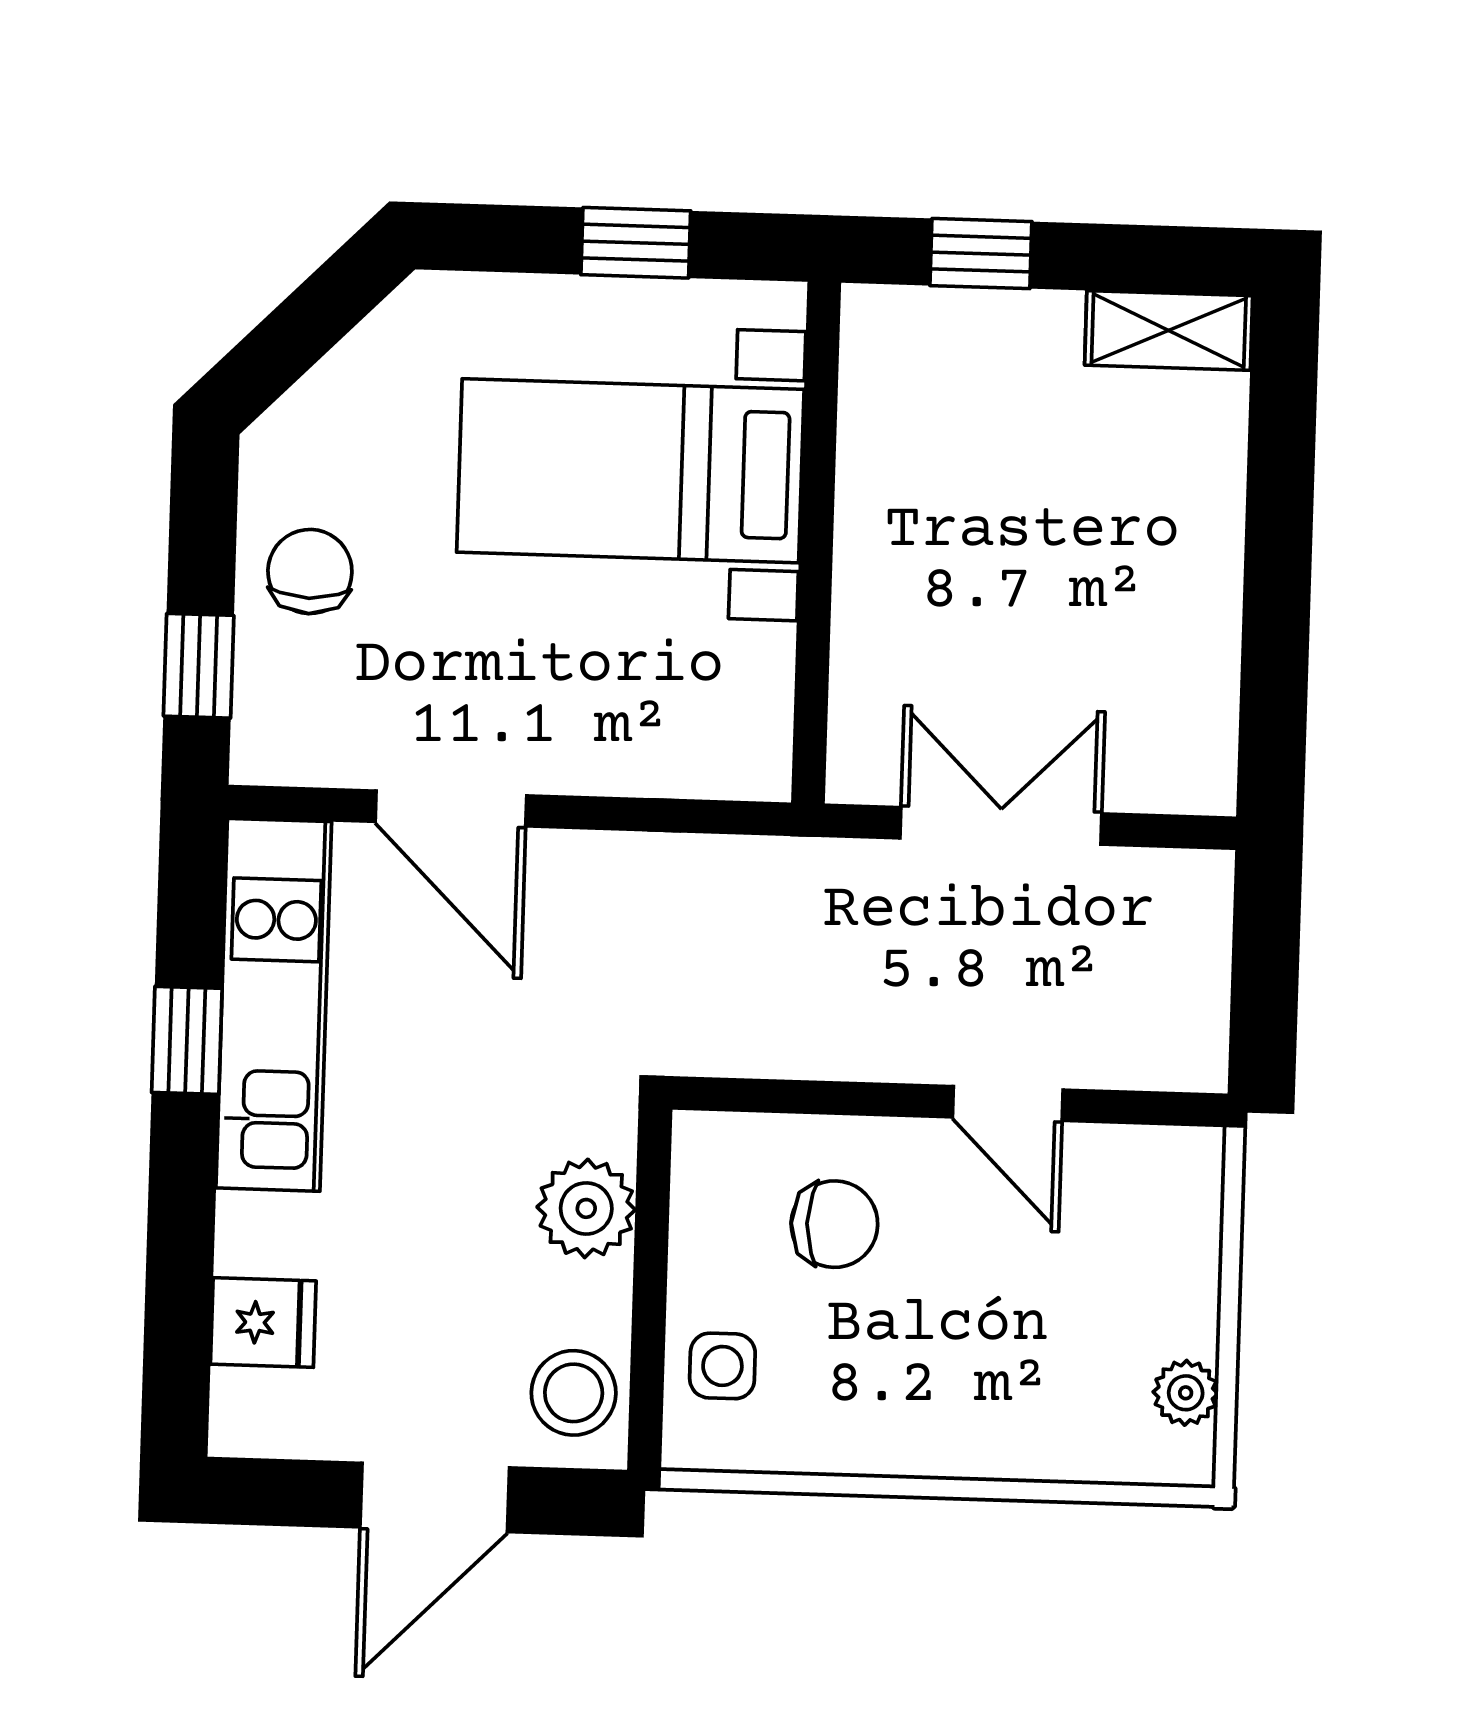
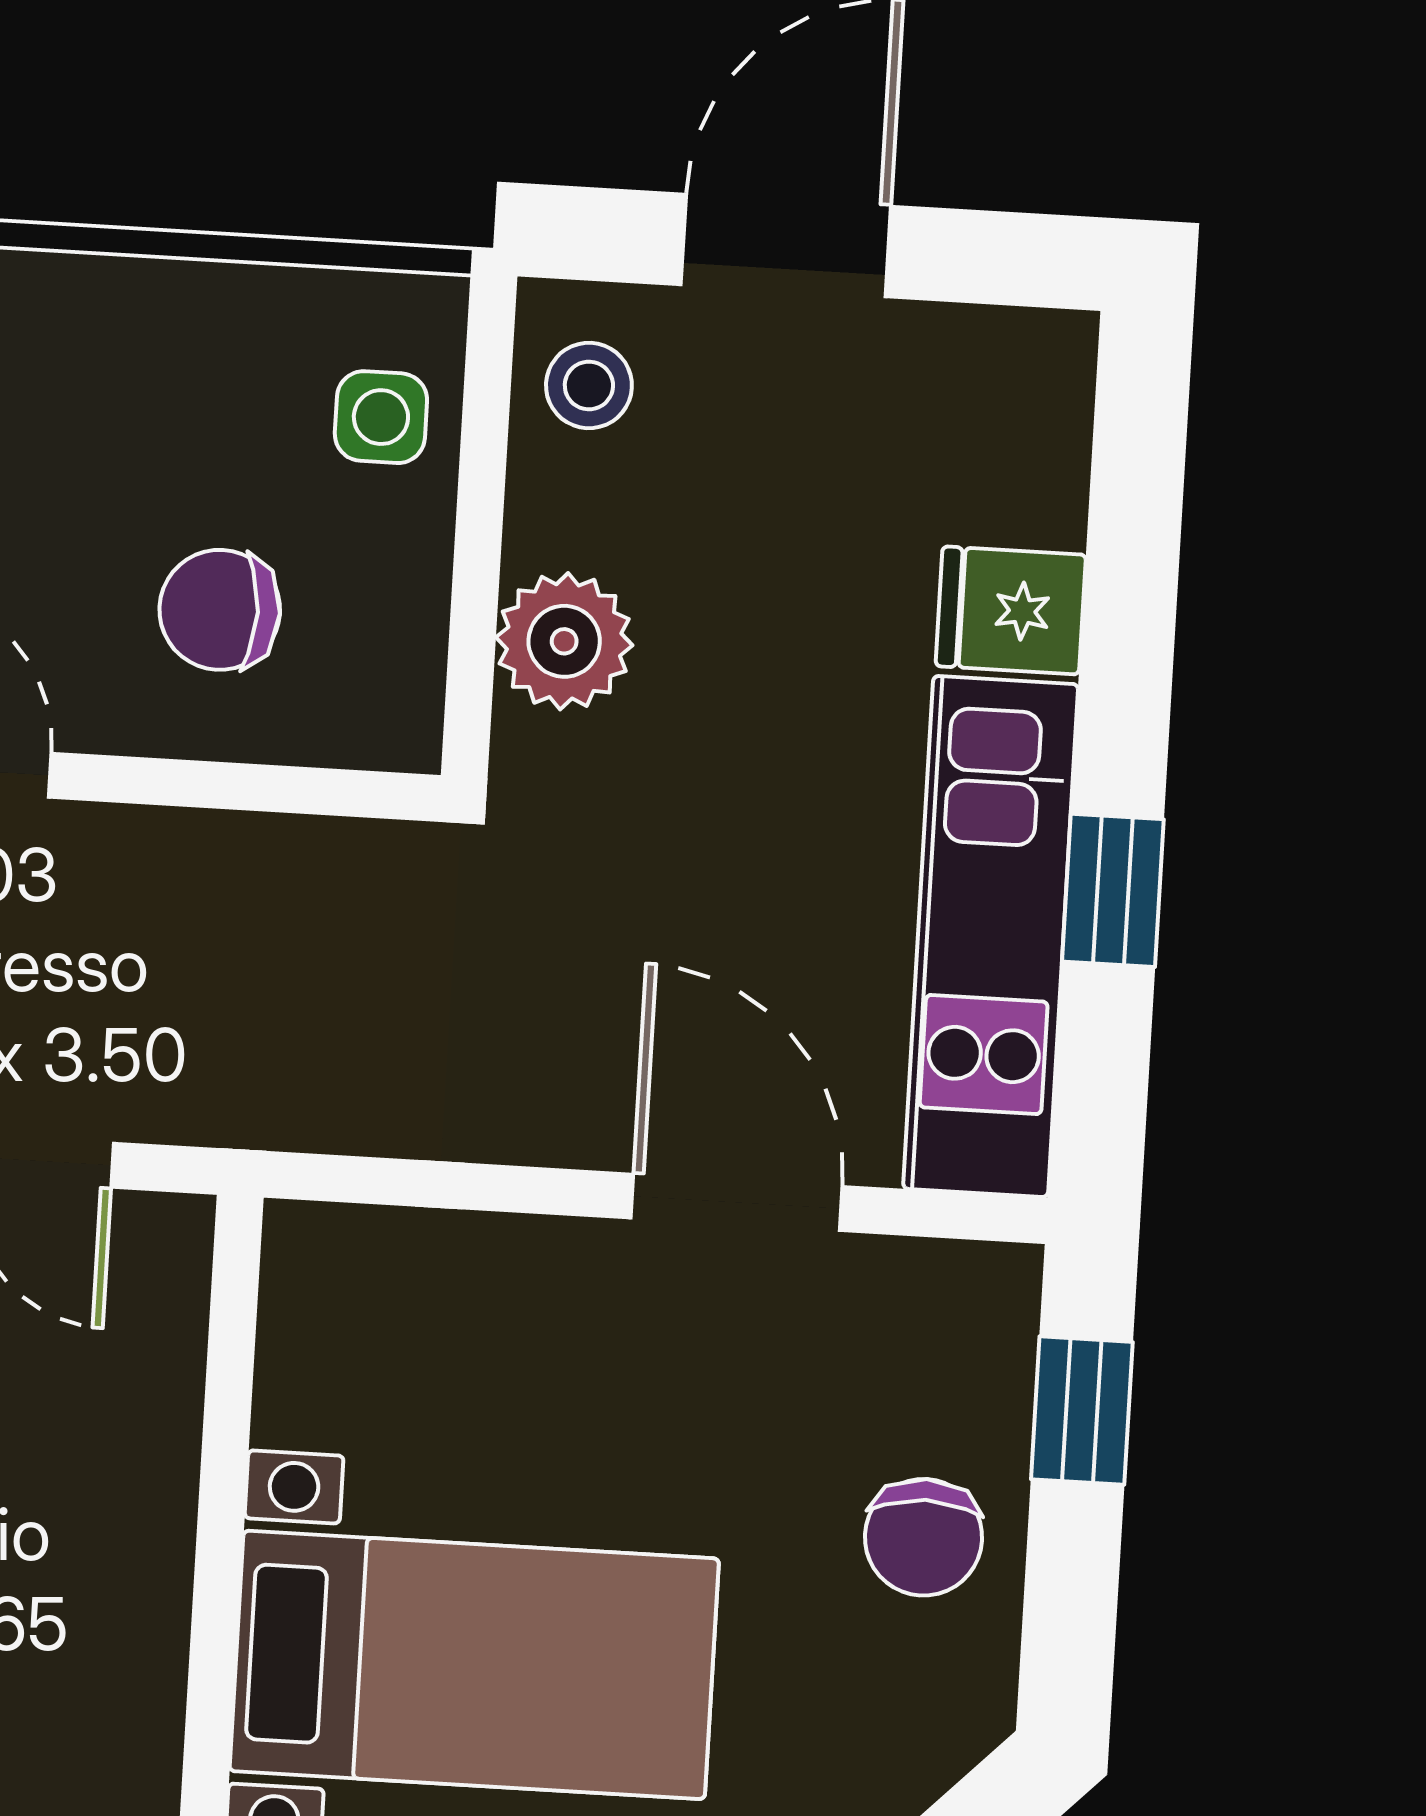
fridge: (263, 1323) -> (1011, 610), moved
stool: (574, 1393) -> (589, 385), width x0.73, depth x0.73

